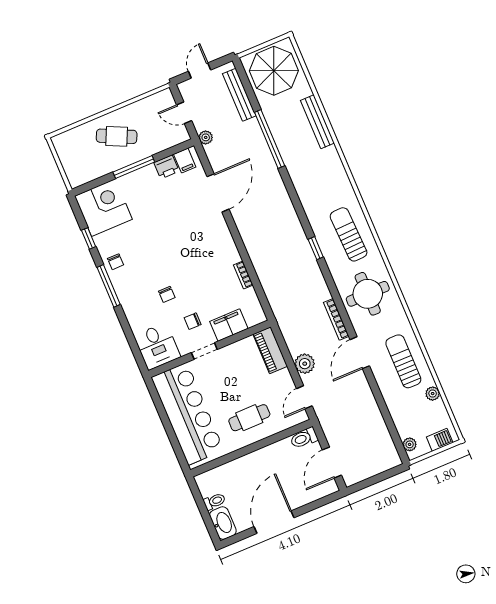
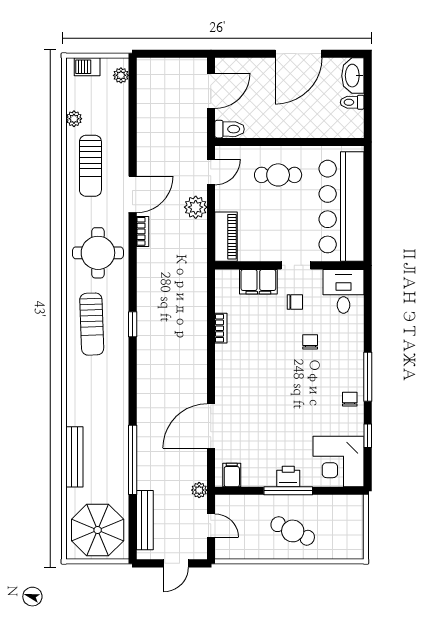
printer: (166, 167) -> (288, 476), moved
bookcase: (336, 319) -> (143, 231), width x0.64

